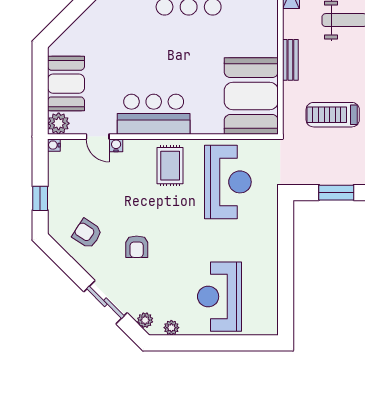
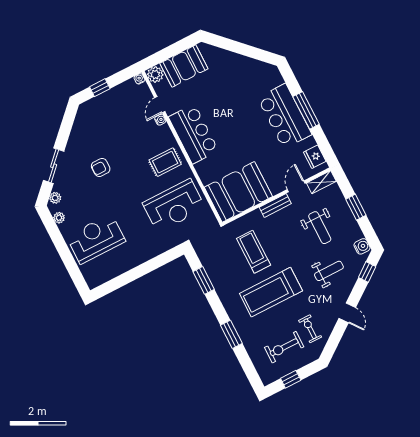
door: (280, 23) -> (296, 186), added
armchair: (87, 234) -> (93, 131), removed

